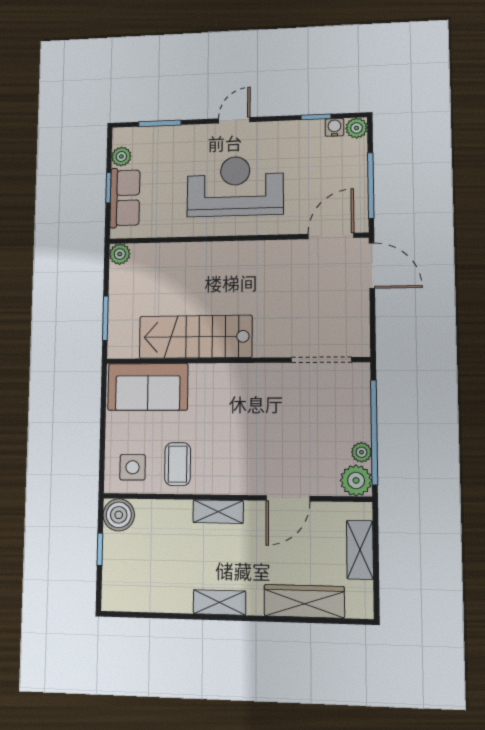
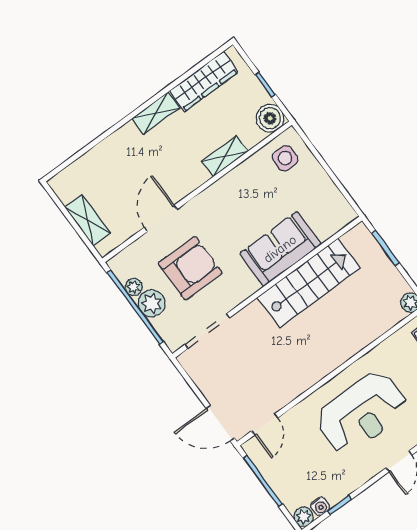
door: (331, 236) -> (265, 424), width x0.73
sofa: (148, 387) -> (280, 249), moved
armchair: (294, 430) -> (190, 268), added
coffee table: (178, 464) -> (255, 184), removed
plant: (356, 480) -> (152, 303), moved
shelving: (218, 512) -> (225, 156), moved
wardrobe: (304, 601) -> (204, 81), moved

